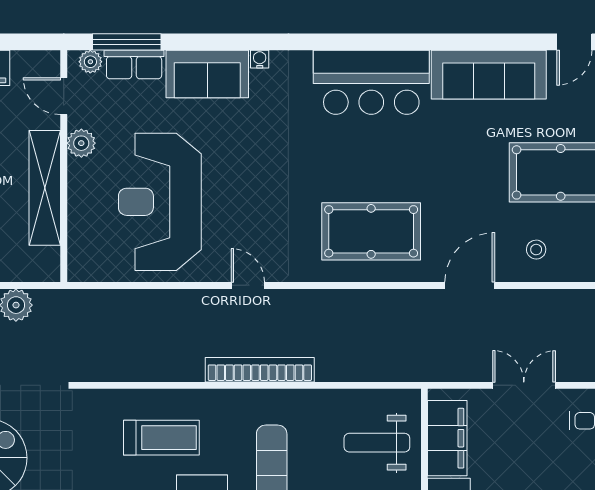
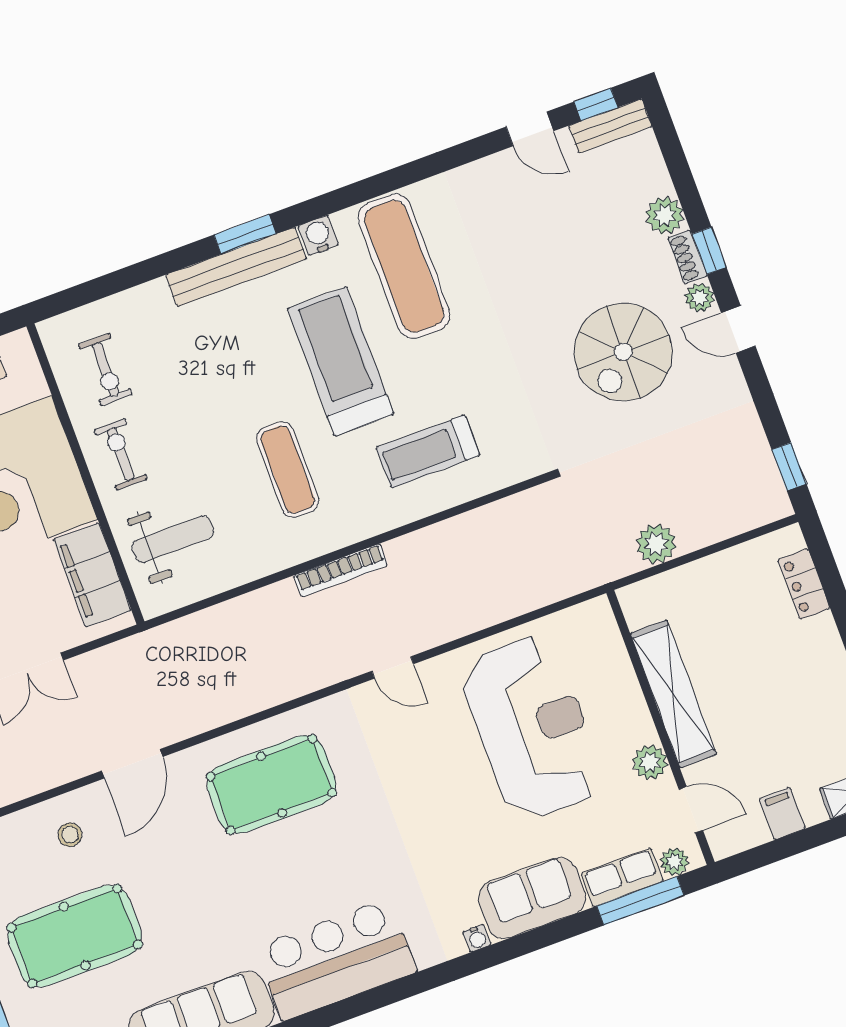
bookcase: (260, 370) -> (341, 570), width x0.68, depth x0.76

